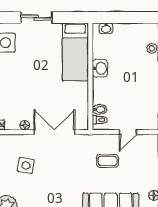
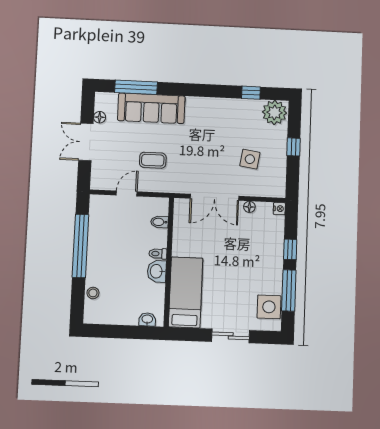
toilet: (100, 120) -> (158, 254), moved

